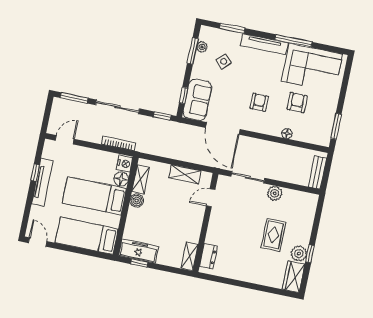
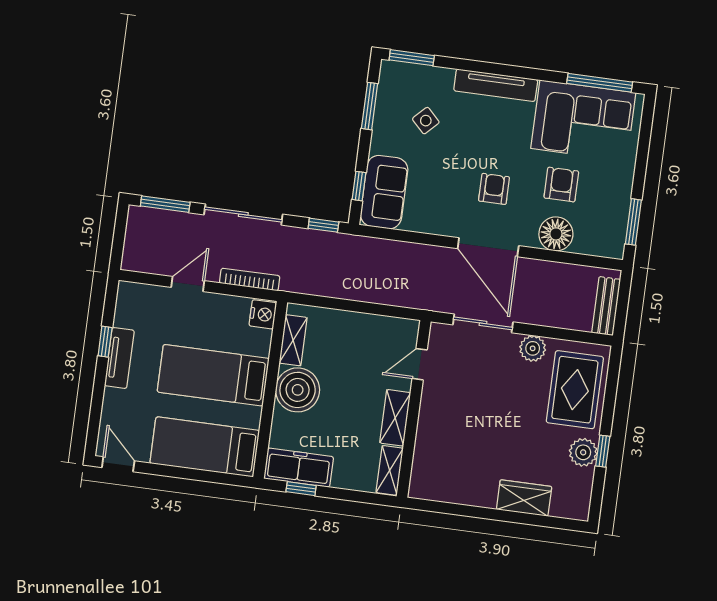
window: (232, 28) -> (412, 58), moved
window: (293, 41) -> (600, 83), moved
plant: (202, 47) -> (386, 98), removed
door: (223, 128) -> (488, 247), moved
floor lamp: (287, 133) -> (556, 234), width x1.89, depth x1.89
door: (65, 140) -> (188, 284), moved
shelving: (185, 174) -> (395, 418), moved, turned 90
floor lamp: (121, 179) -> (259, 342), removed
tv unit: (42, 182) -> (119, 358), width x0.71
boiler: (137, 201) -> (298, 390), width x1.86, depth x1.86
rug: (273, 235) -> (575, 390), moved, width x1.36, depth x1.43
dresser: (208, 256) -> (423, 468), removed
wardrobe: (294, 277) -> (524, 498), moved, turned 90

